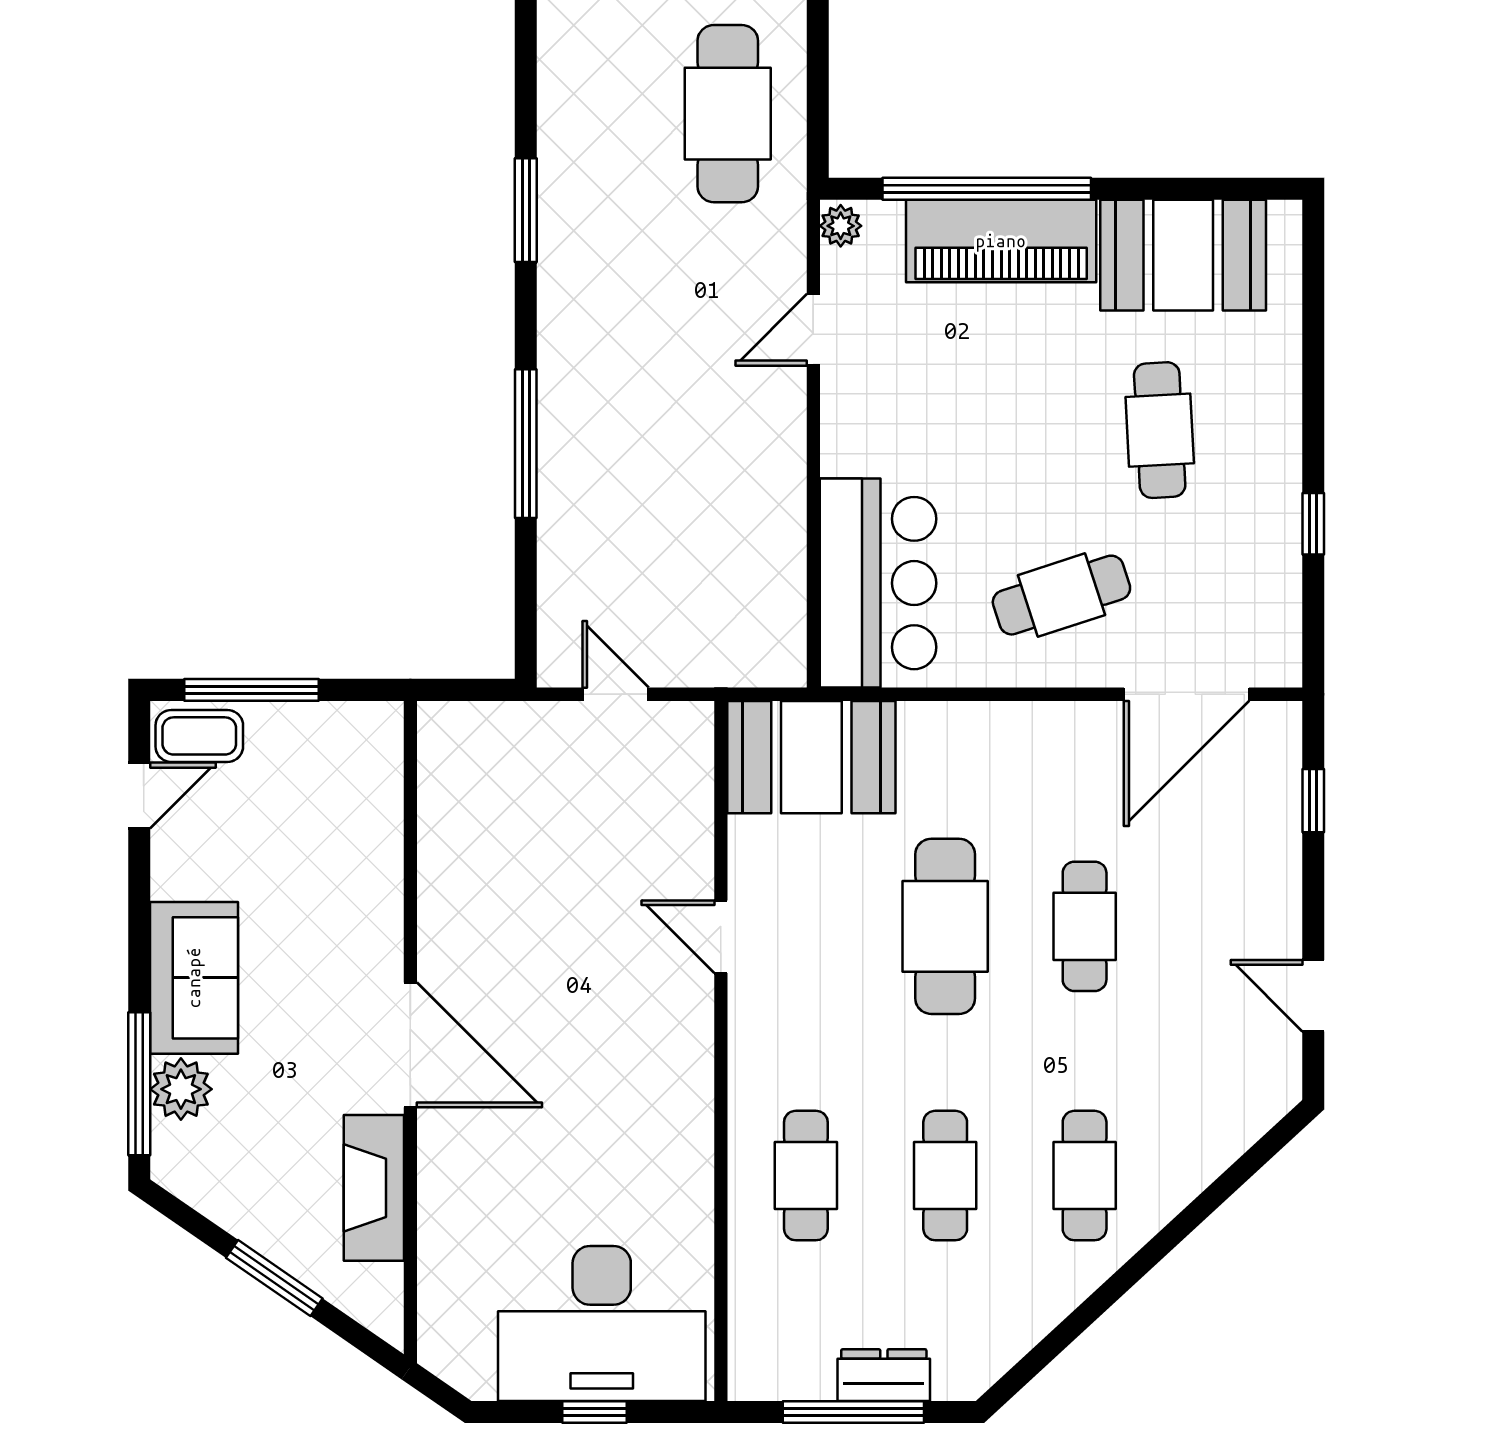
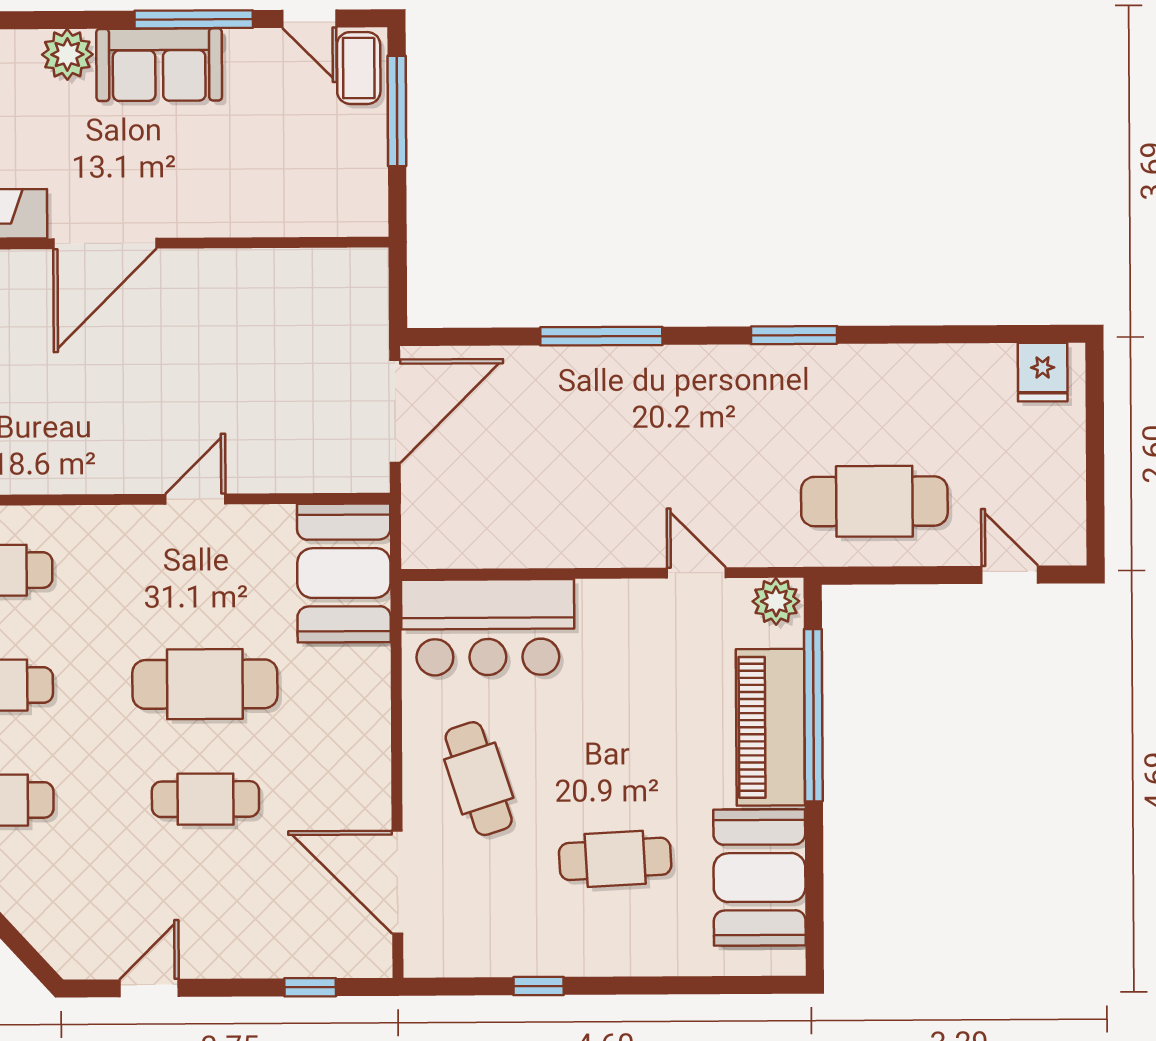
plant: (841, 226) -> (776, 601), width x1.38, depth x1.38
door: (616, 694) -> (395, 411), width x1.88
window: (139, 1084) -> (194, 19), moved

